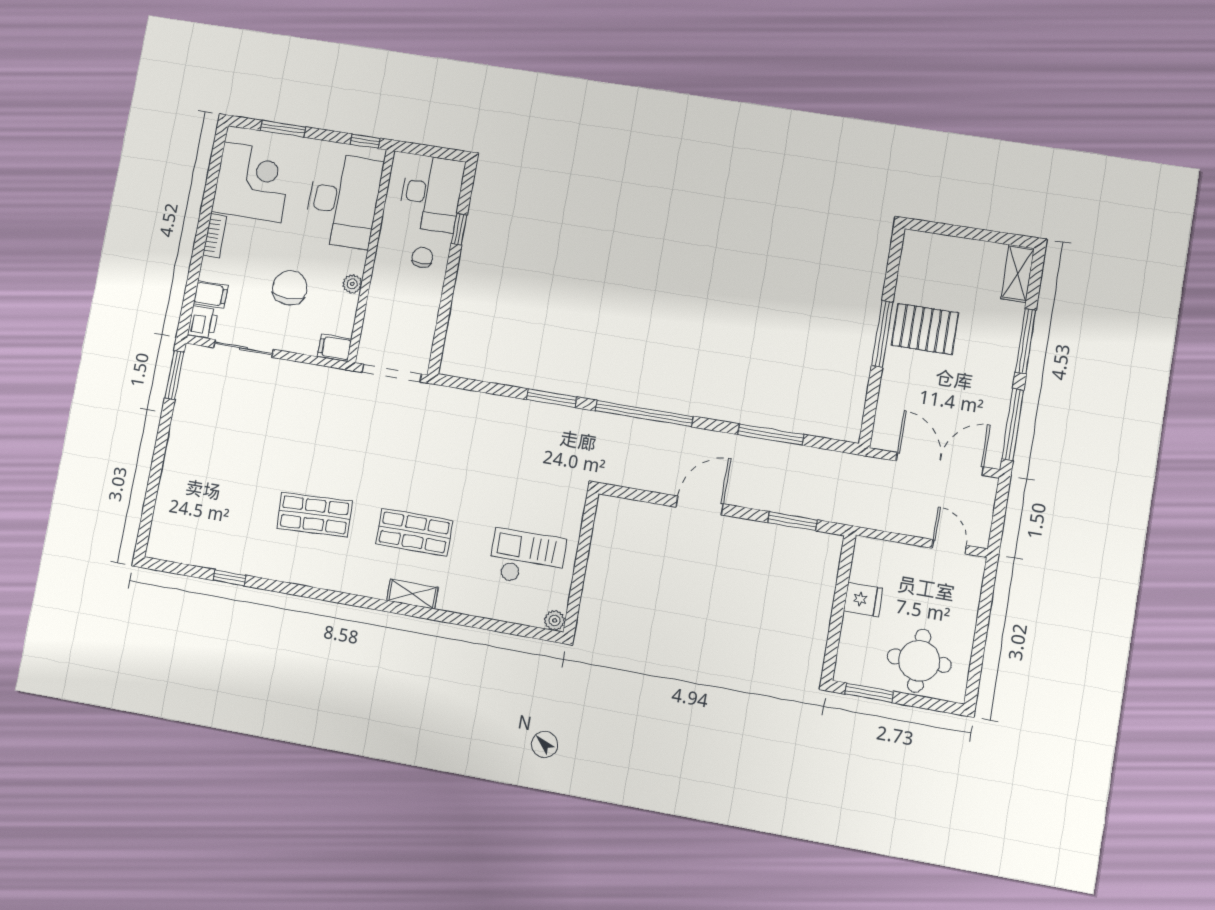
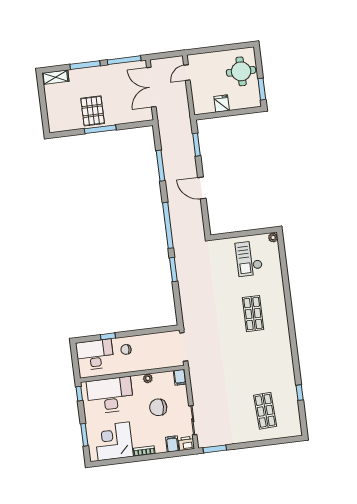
shop shelf: (314, 515) -> (265, 411), moved
shelving: (412, 594) -> (281, 306), removed

